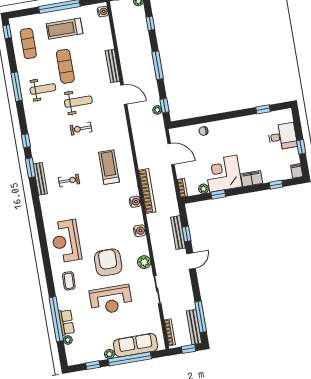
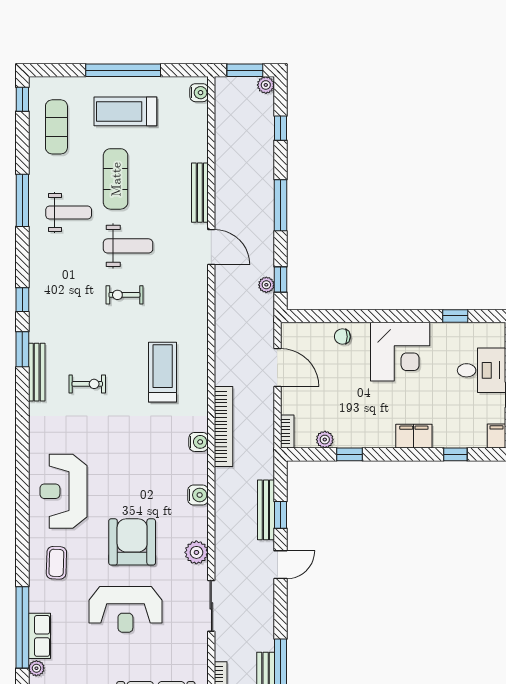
corner desk: (223, 174) -> (400, 352), moved, turned 180

